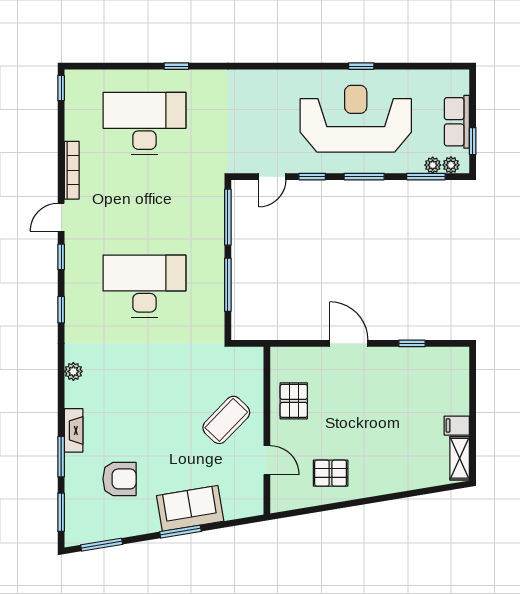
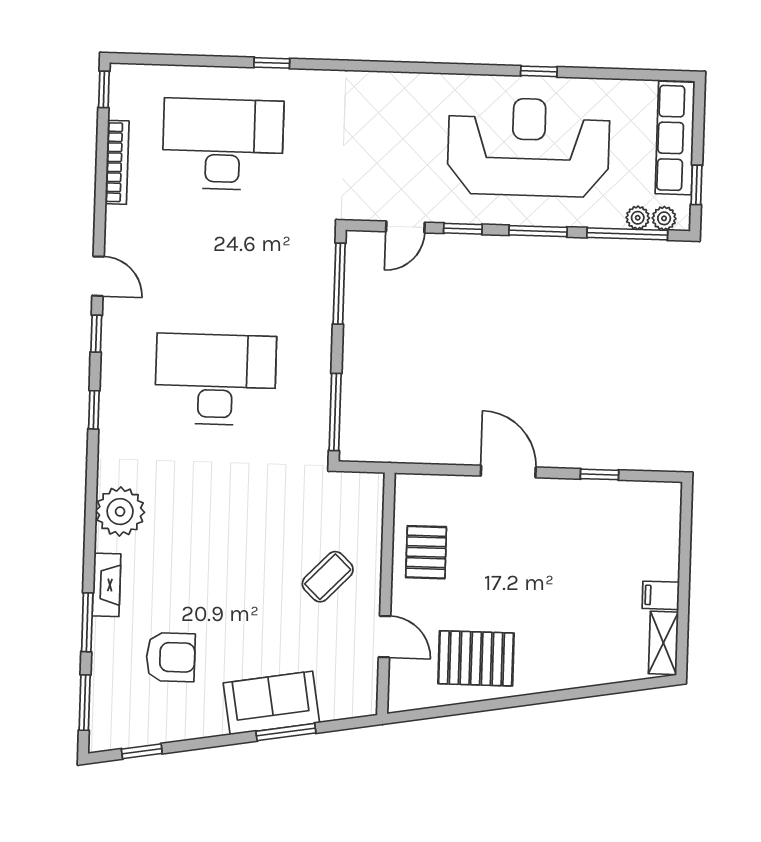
row of seats: (457, 122) -> (675, 138), width x1.48
bookcase: (72, 170) -> (117, 162), moved
window: (426, 177) -> (627, 234), width x1.44
door: (61, 217) -> (98, 276), swing flipped
window: (228, 285) -> (335, 412), moved
plant: (73, 371) -> (120, 512), width x1.88, depth x1.88
coffee table: (226, 420) -> (328, 577), width x0.73, depth x0.77
pallet: (331, 473) -> (476, 658), width x1.50, depth x1.42
window: (180, 532) -> (286, 732), moved
window: (102, 545) -> (142, 751), width x0.67

